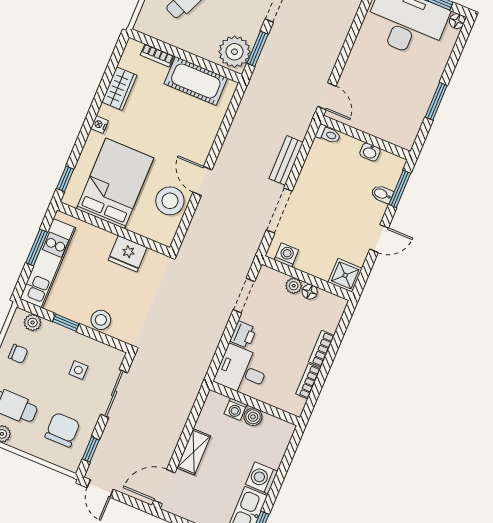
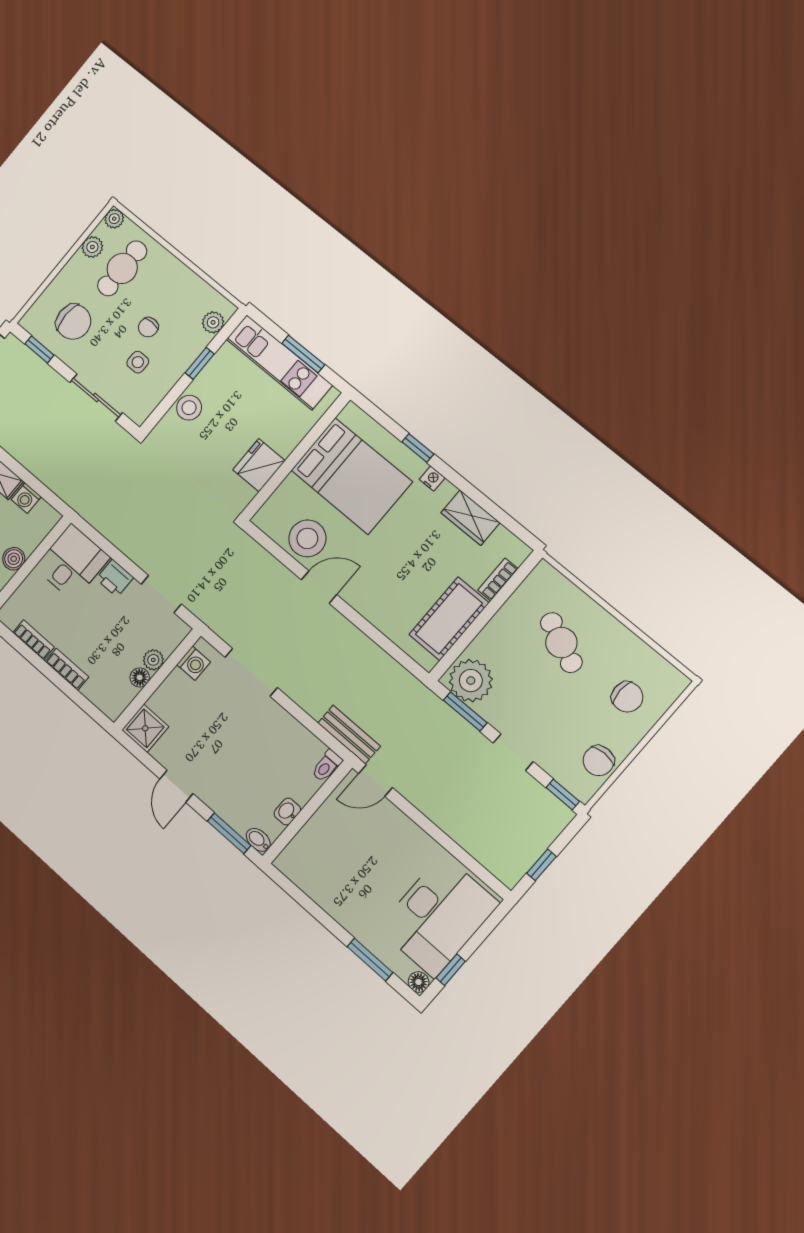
window: (436, 101) -> (370, 960), moved
bench: (286, 160) -> (349, 735), moved
window: (65, 179) -> (418, 448), moved
bidet: (382, 194) -> (258, 840), moved, turned -90
chair: (18, 354) -> (148, 327), moved
washing machine: (235, 409) -> (26, 498), moved, turned -90

